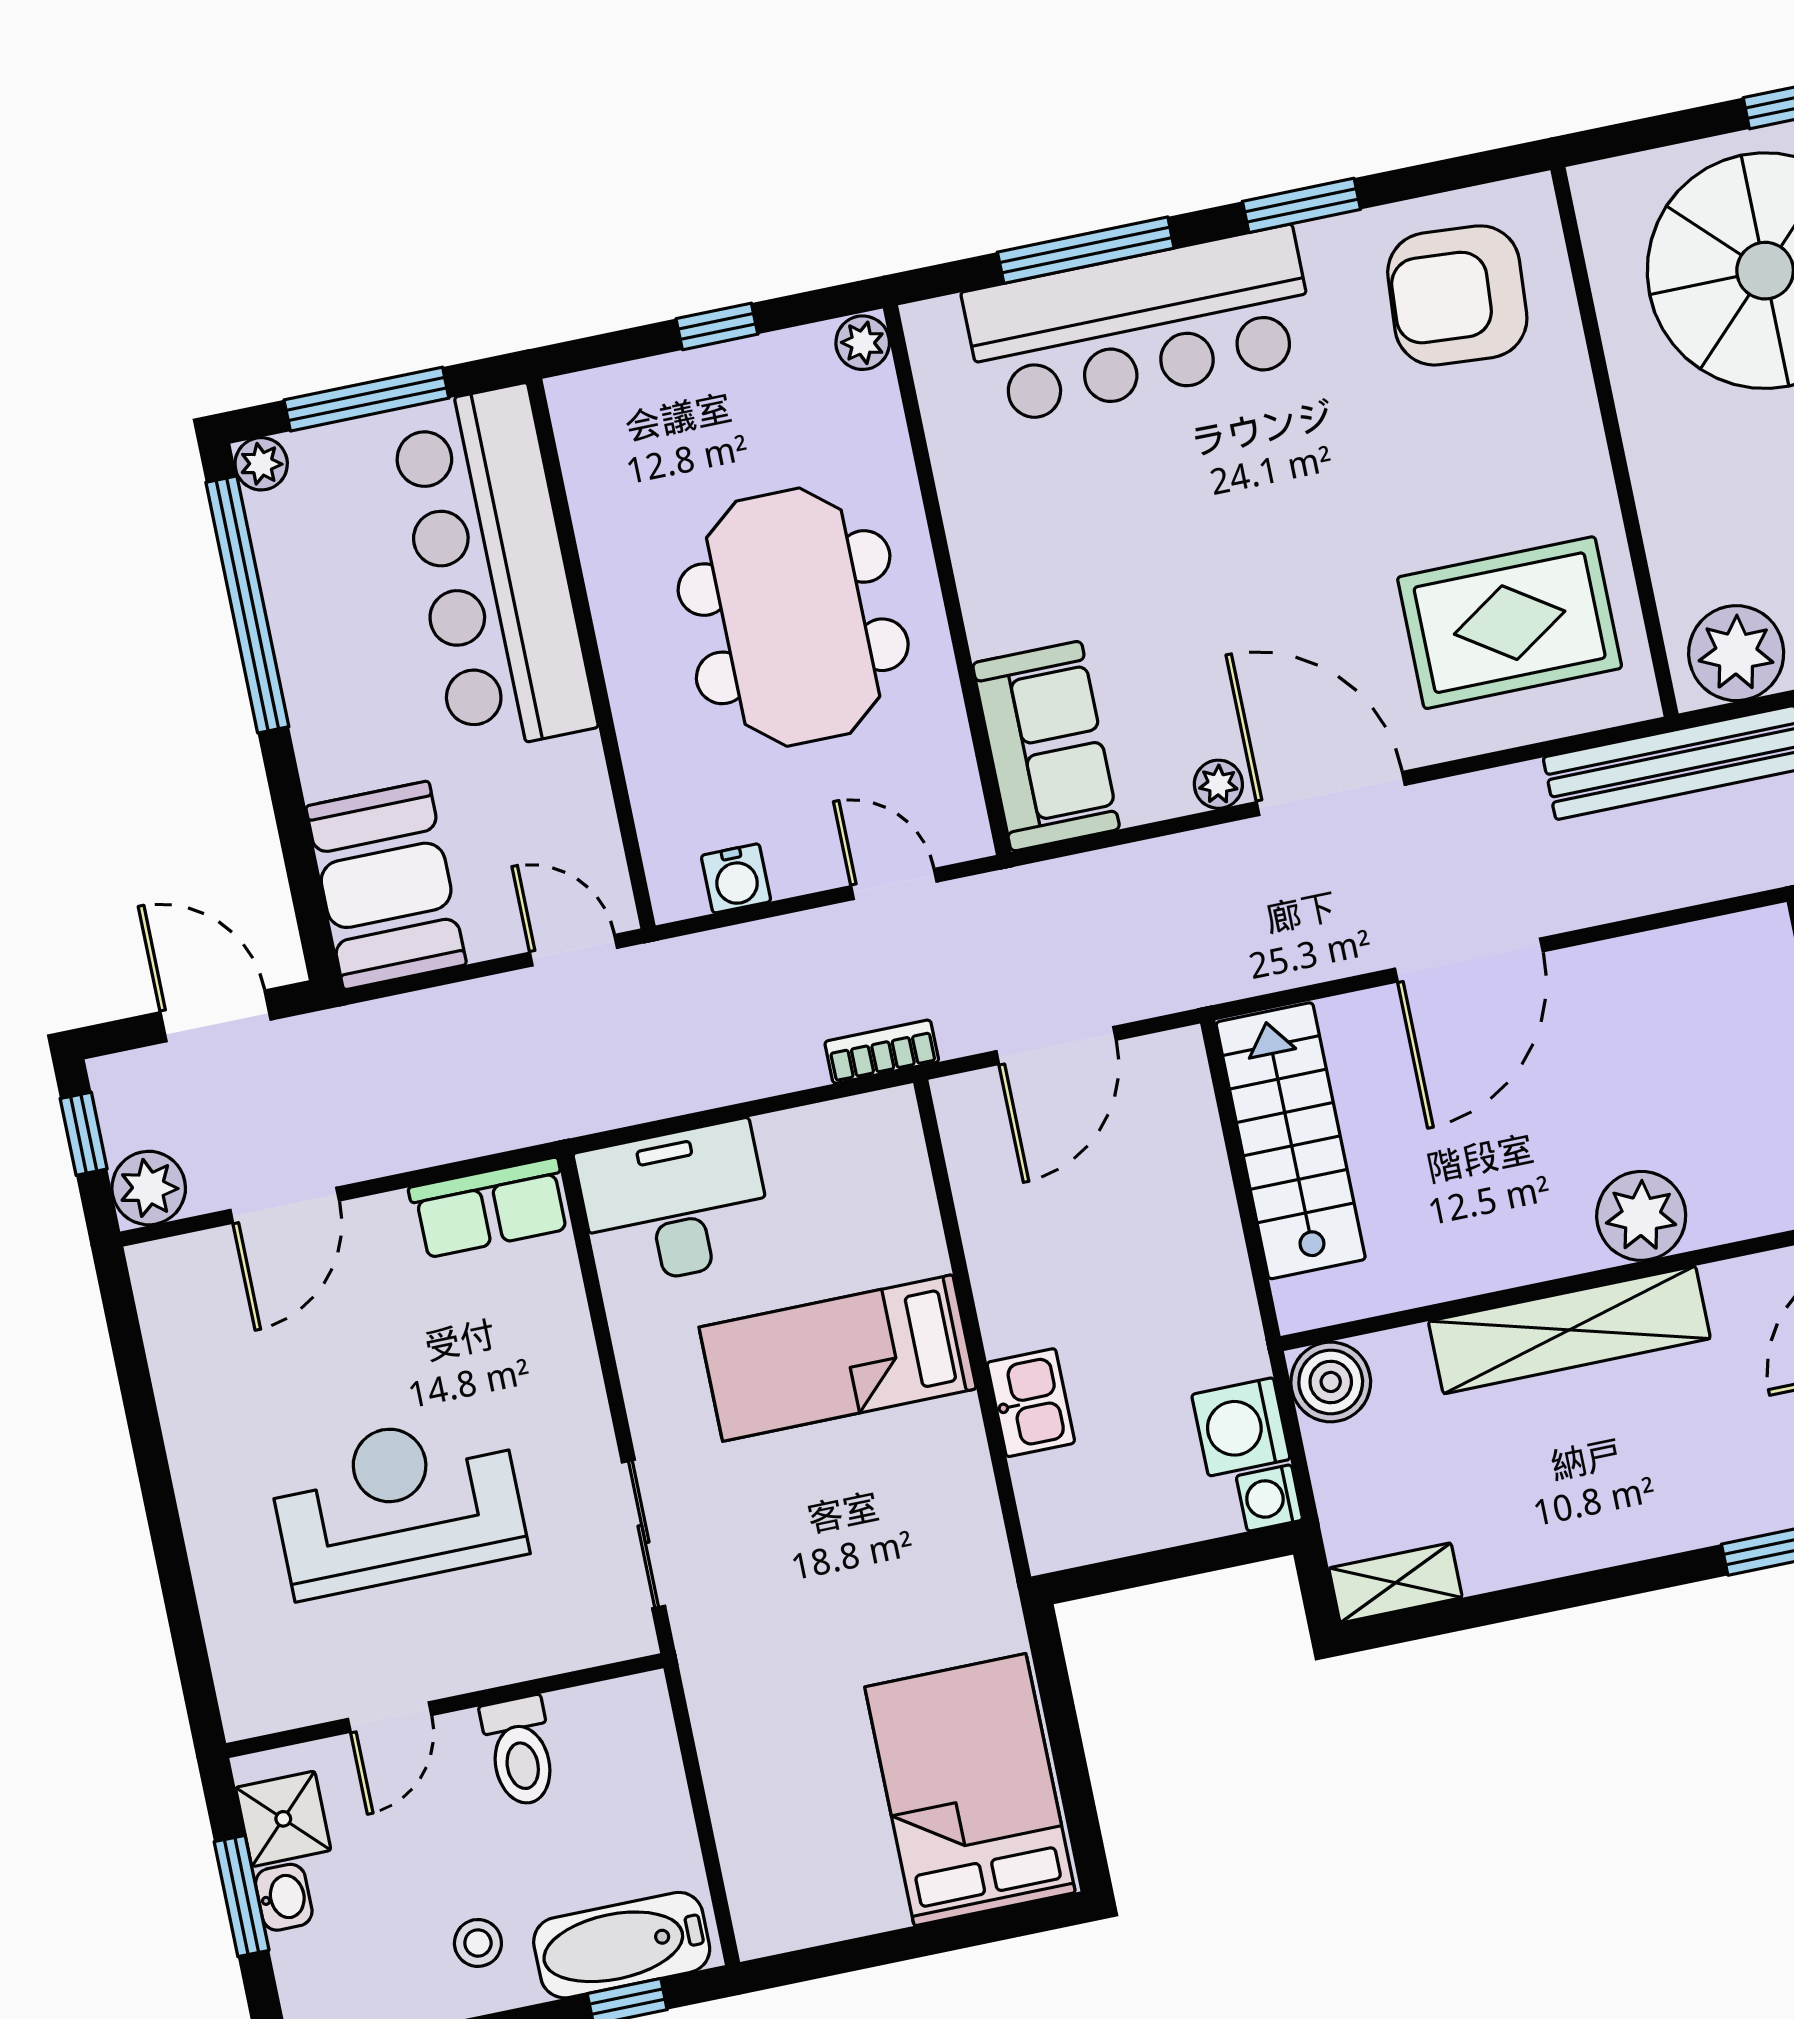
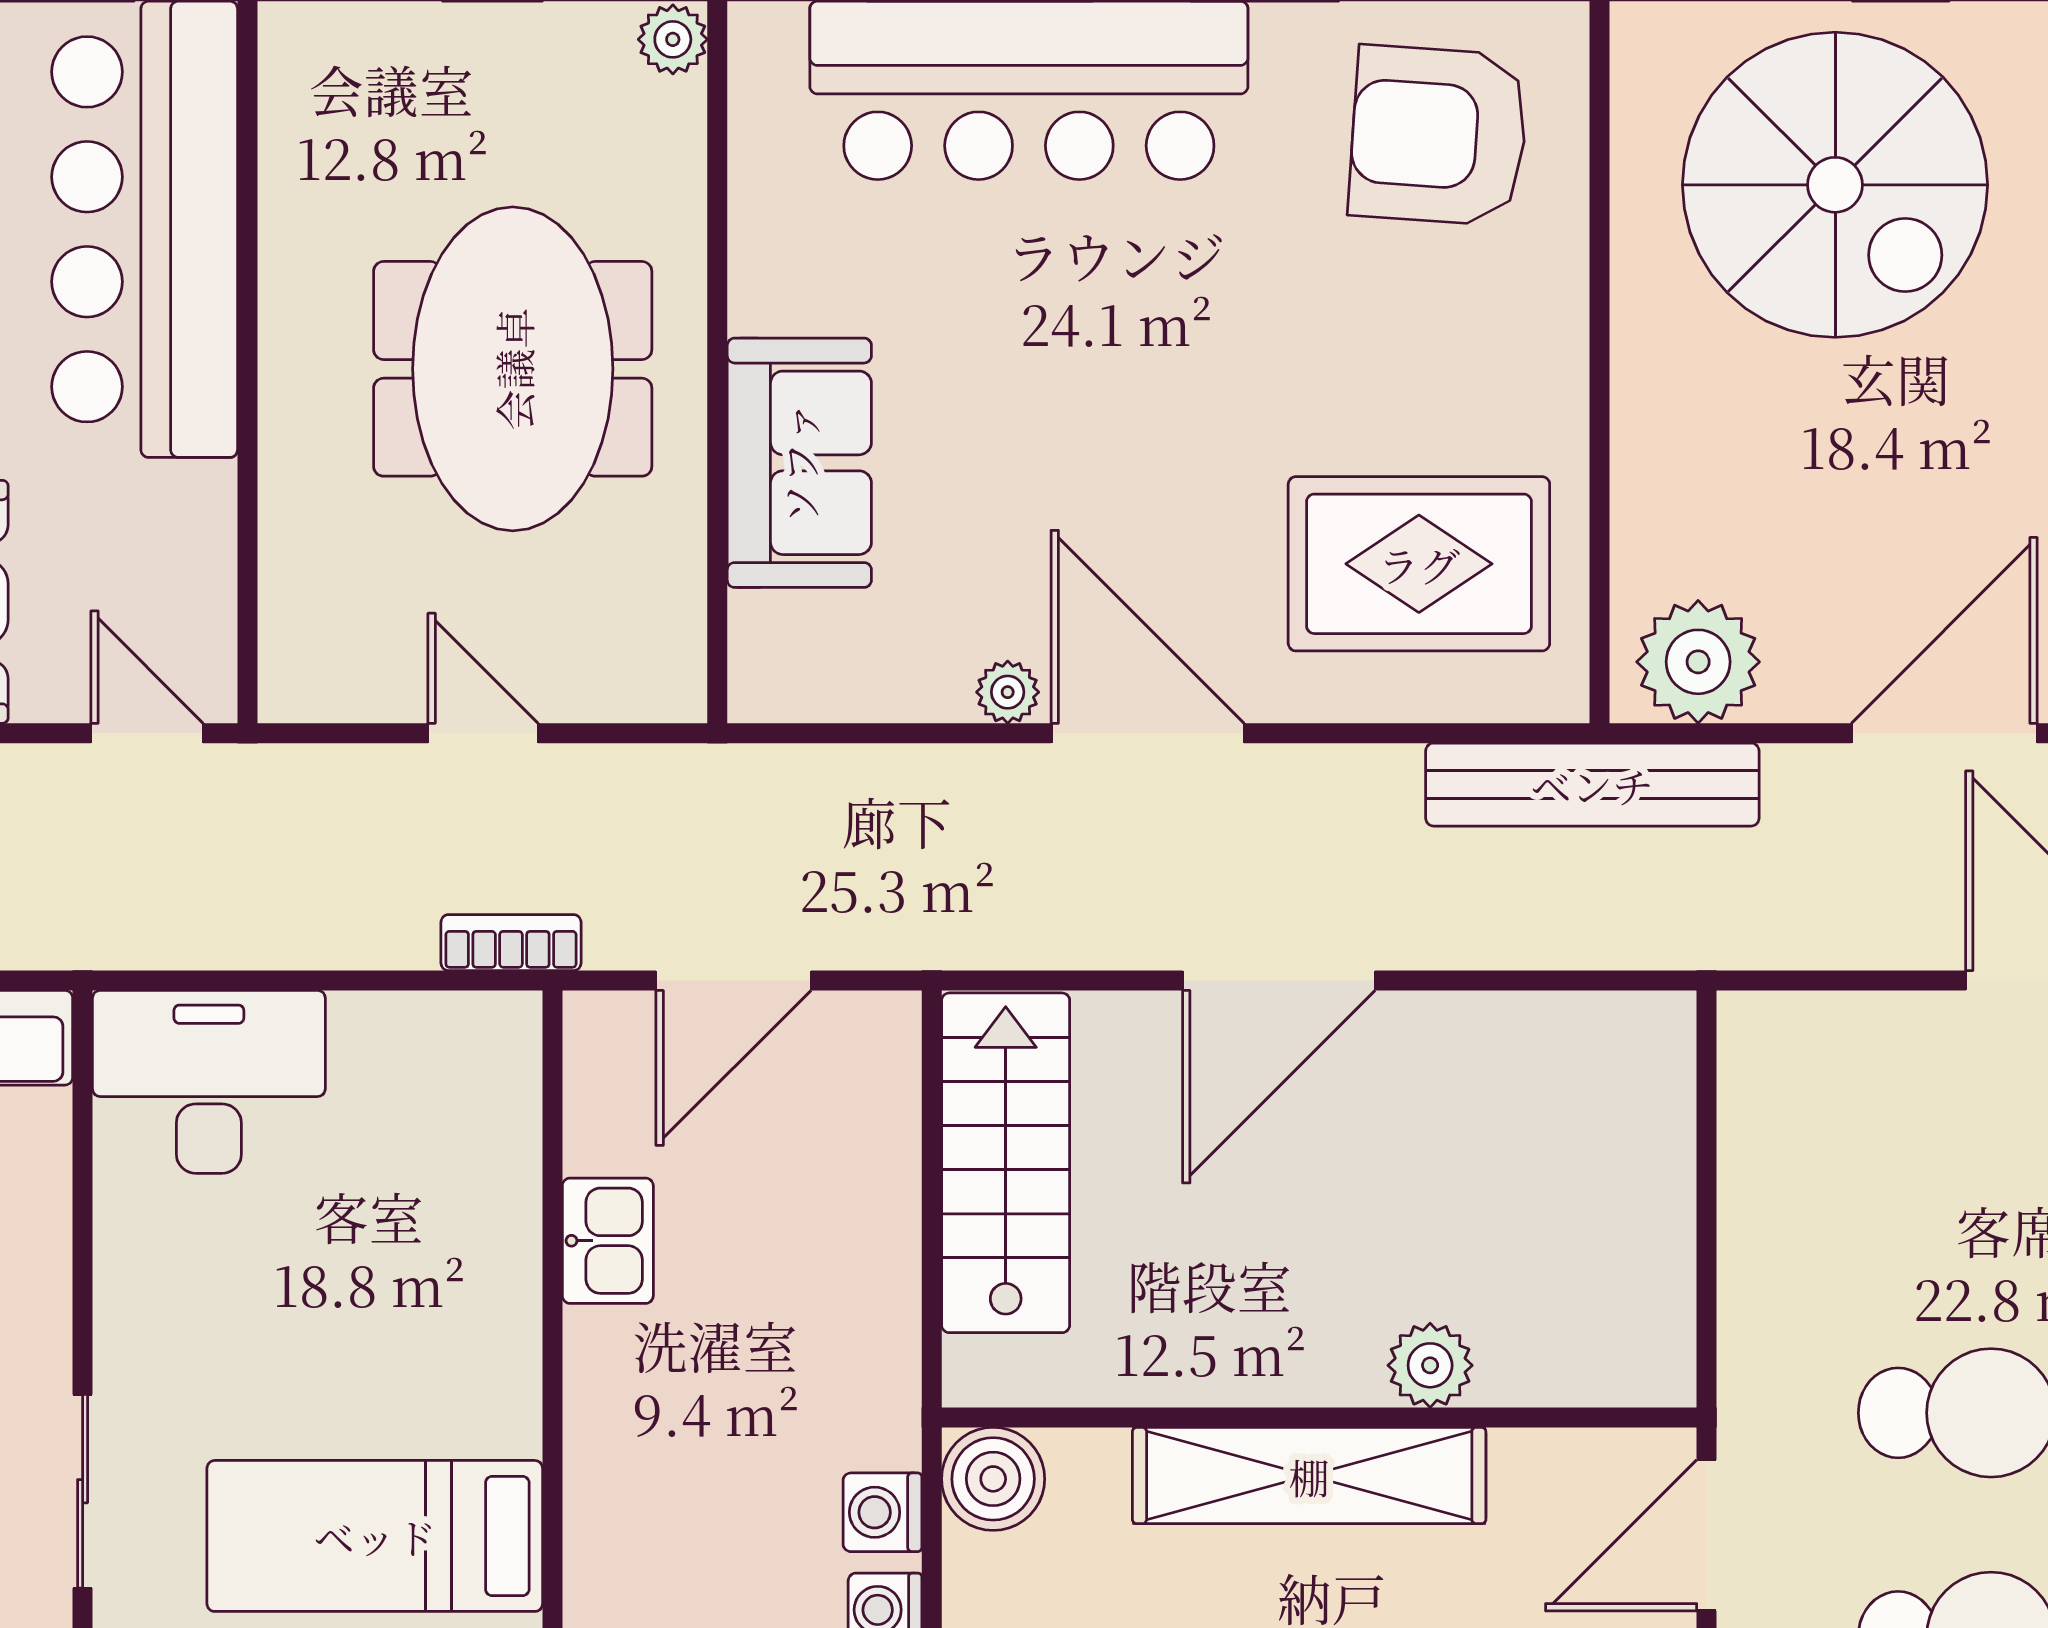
sofa: (1046, 746) -> (799, 463), moved
water cooler: (736, 878) -> (372, 685), removed
door: (894, 884) -> (483, 733), moved
plant: (1641, 1216) -> (1430, 1365), width x0.73, depth x0.73
bed: (838, 1358) -> (375, 1536), moved
kitchen sink: (1031, 1403) -> (608, 1241), moved
washing machine: (1241, 1427) -> (882, 1512), width x0.73, depth x0.73

